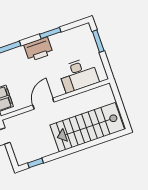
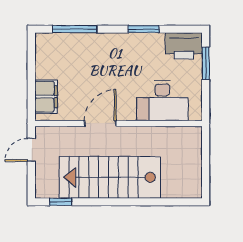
printer: (38, 49) -> (184, 46), moved
stairs: (87, 127) -> (110, 177), moved

